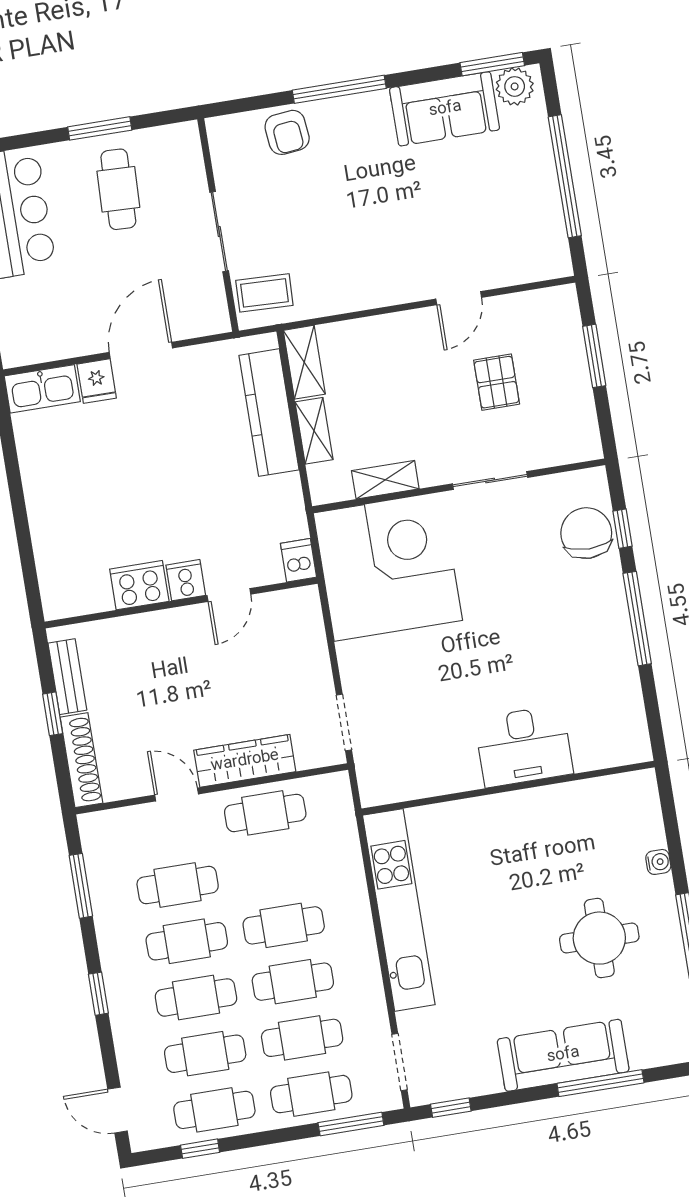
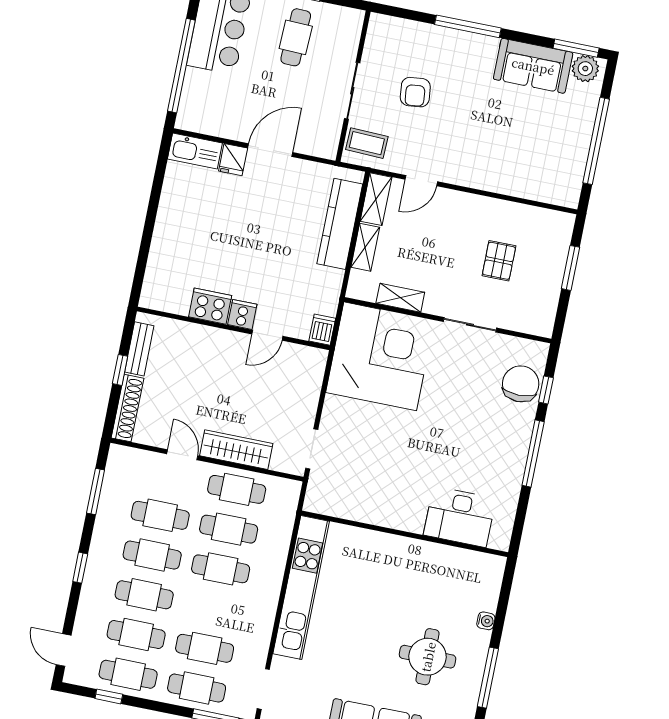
armchair: (287, 132) -> (415, 92), moved
door: (459, 298) -> (421, 181), moved
desk: (524, 746) -> (460, 517), moved
cafe table: (293, 982) -> (229, 529), moved

